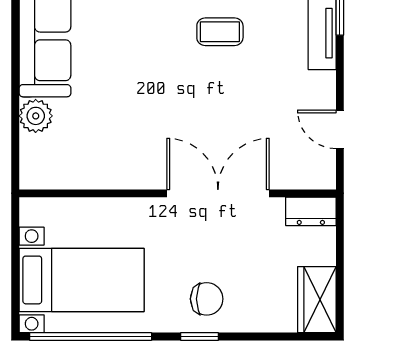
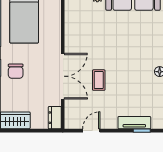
coffee table: (220, 32) -> (99, 80), moved

